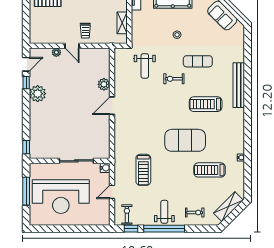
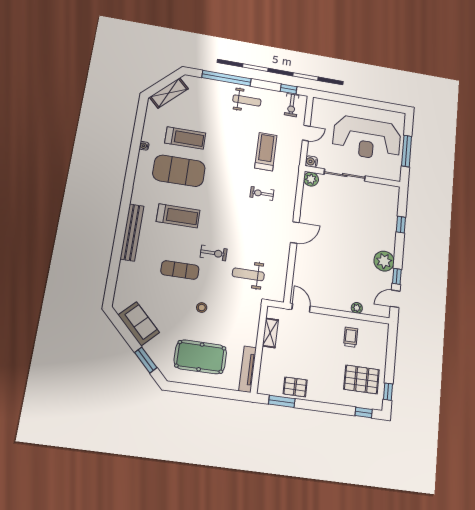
trolley: (85, 31) -> (351, 337), moved
door: (72, 46) -> (301, 308), moved
weight bench: (145, 66) -> (248, 274), turned -90
plant: (104, 84) -> (311, 179), moved
exercise mat: (185, 140) -> (179, 171), moved
window: (26, 147) -> (401, 225), moved
reception desk: (61, 197) -> (367, 138), turned 180
weight bench: (164, 212) -> (247, 100), turned -90
exercise bike: (195, 213) -> (262, 194), moved
window: (164, 229) -> (226, 78), moved

